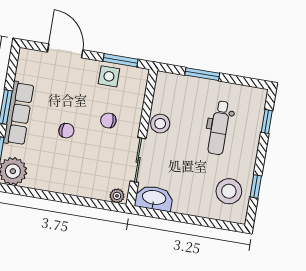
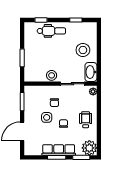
side table: (109, 76) -> (47, 117), moved
dental chair: (219, 128) -> (51, 31), moved
wheelchair: (67, 173) -> (86, 120), added
stool: (229, 191) -> (83, 50), moved

